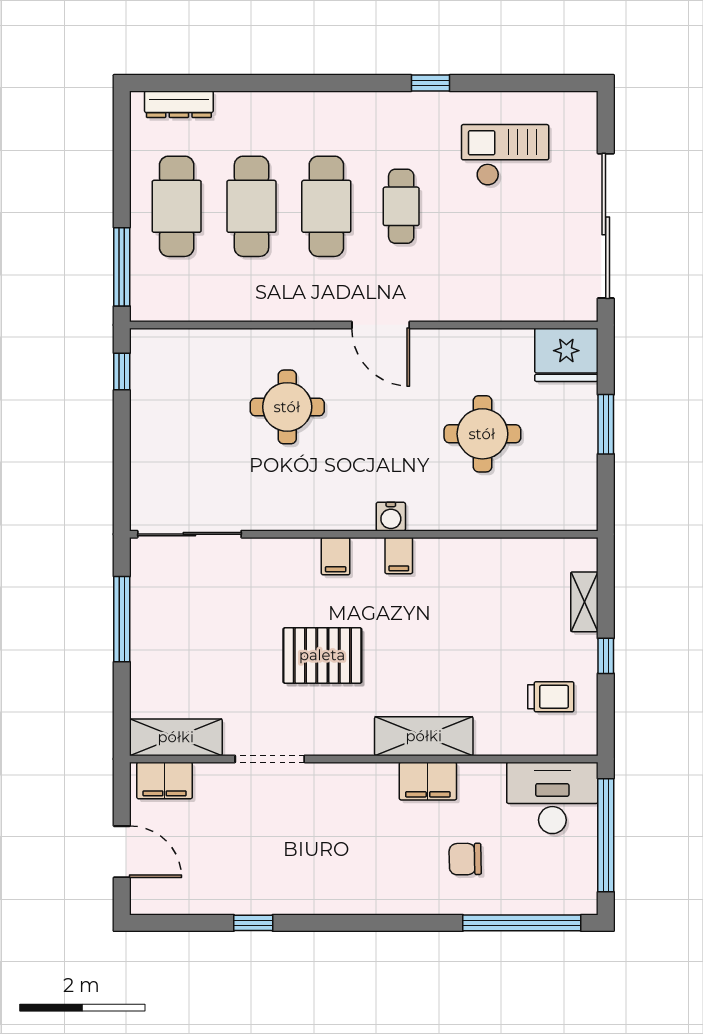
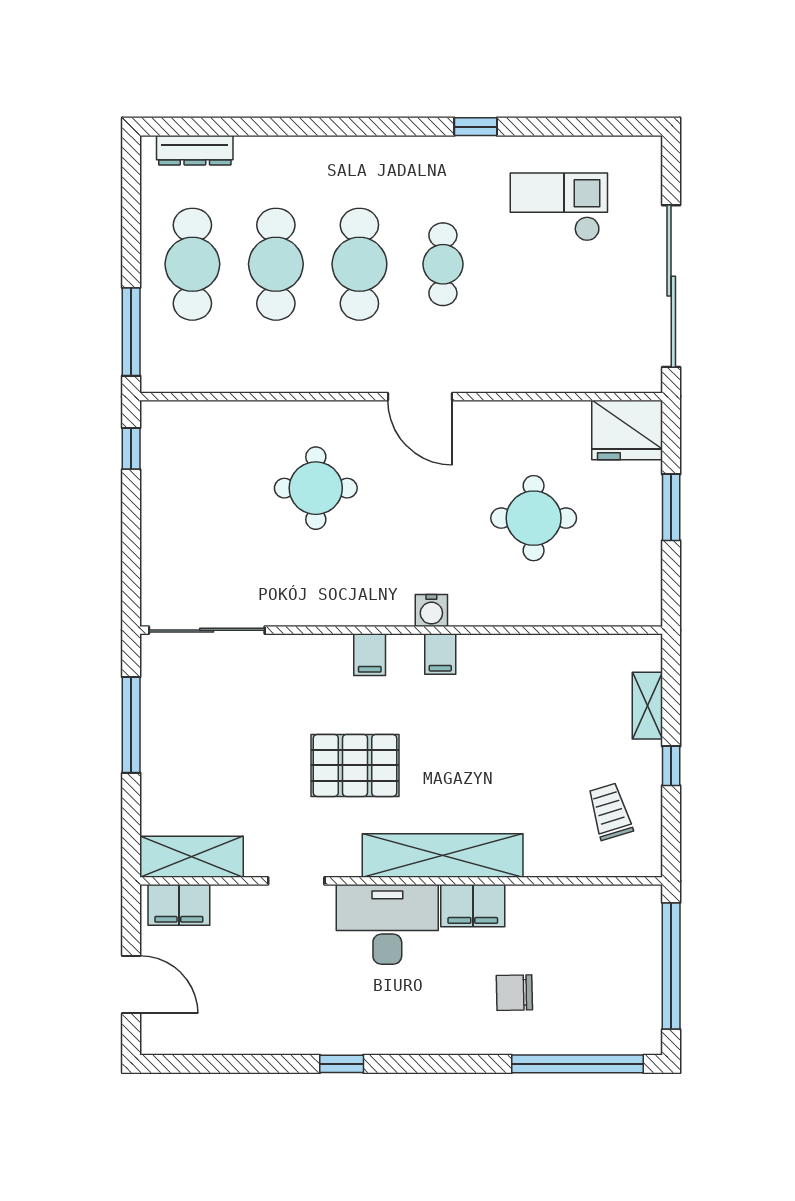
trolley: (551, 697) -> (610, 811), turned -107
shelving: (424, 736) -> (443, 855), width x1.47
doorway: (270, 759) -> (296, 881), width x0.73
desk: (552, 798) -> (387, 924), moved
window: (253, 923) -> (342, 1064), moved

